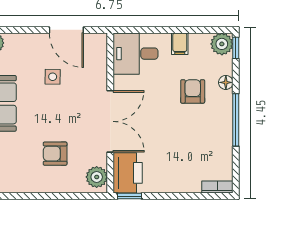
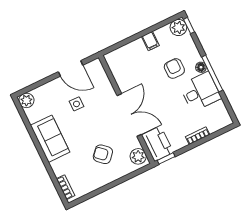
desk: (136, 54) -> (200, 92), moved, turned 180
floor lamp: (226, 82) -> (201, 67), moved
armchair: (55, 154) -> (103, 154), turned 42
bookcase: (217, 187) -> (198, 136), moved

